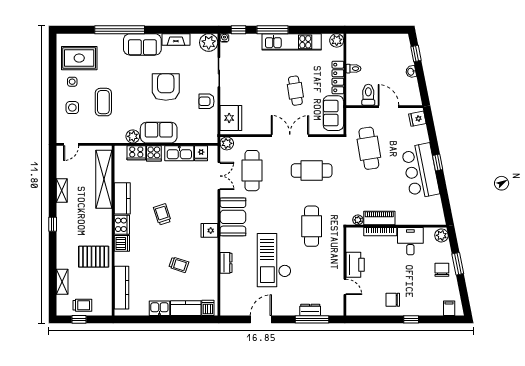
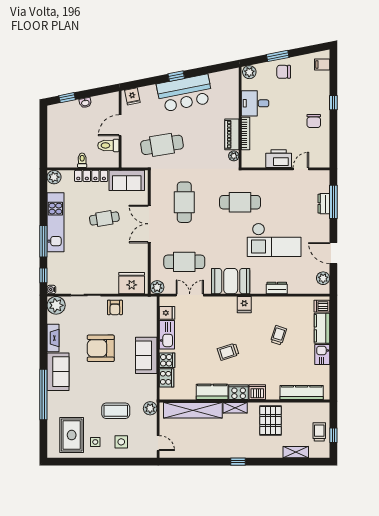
plant: (133, 136) -> (150, 408), moved
shelving: (62, 191) -> (235, 408), moved
plant: (236, 309) -> (323, 278), added

